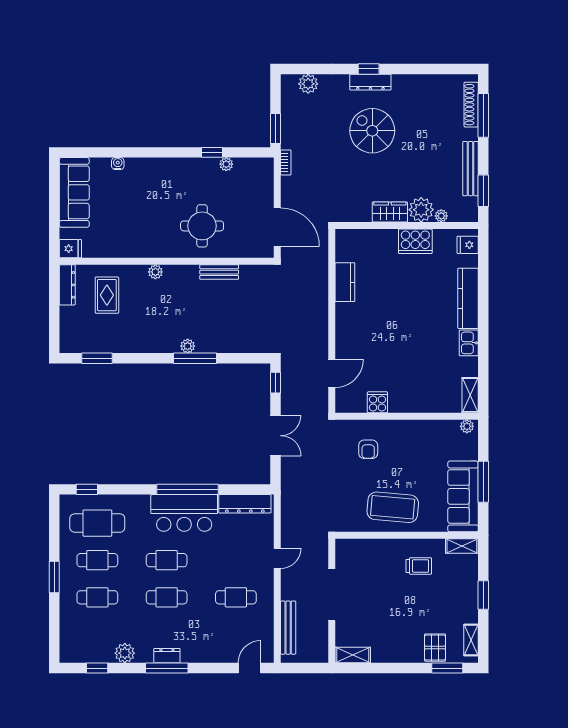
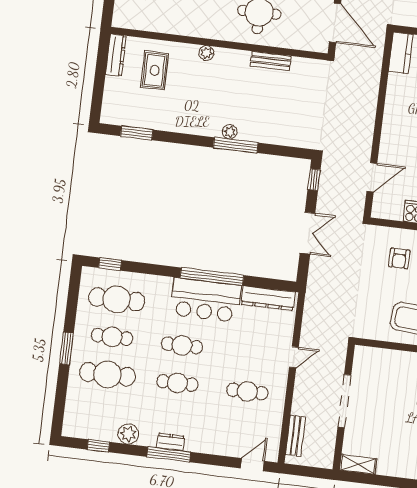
fridge: (70, 249) -> (123, 19), removed
kitchen counter: (345, 282) -> (401, 53), moved
cafe table: (97, 597) -> (107, 374), width x1.37, depth x1.35
bench: (288, 628) -> (295, 436), width x0.73

